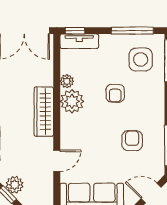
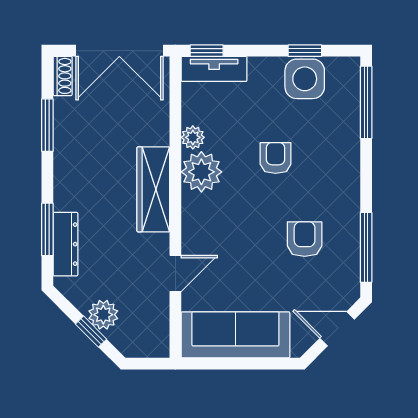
window: (132, 31) -> (305, 51), width x0.46
side table: (141, 59) -> (305, 79), moved
armchair: (115, 93) -> (276, 158), turned 180

